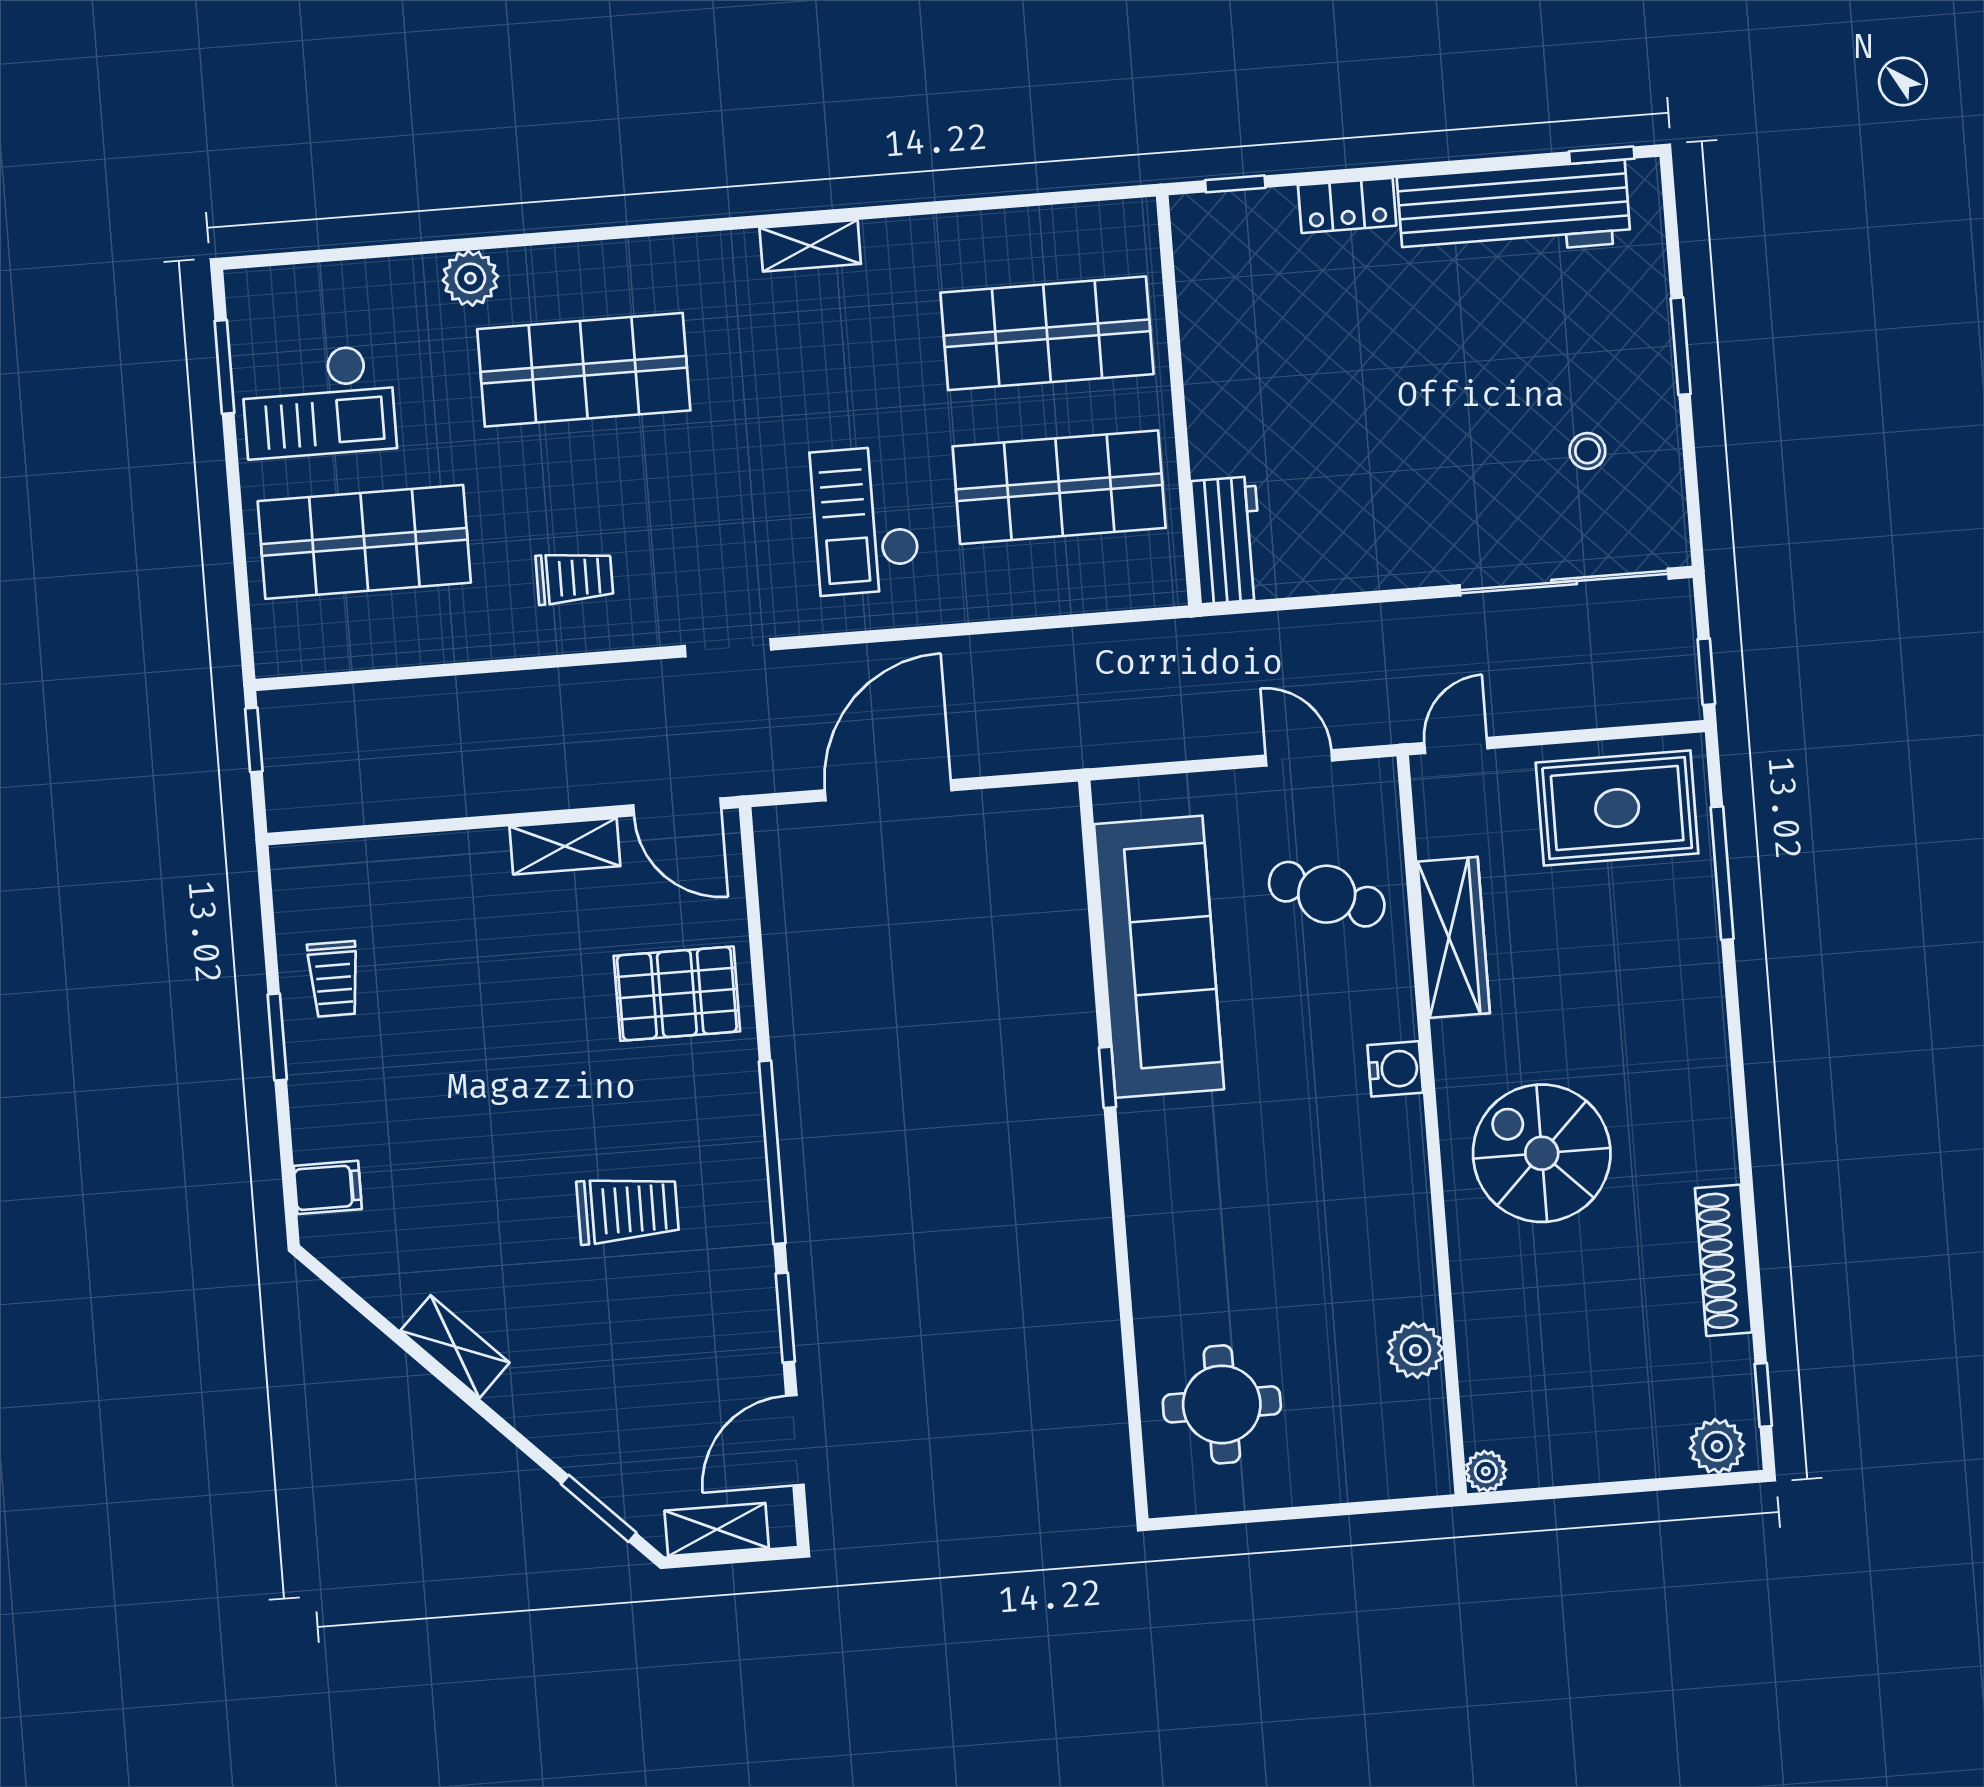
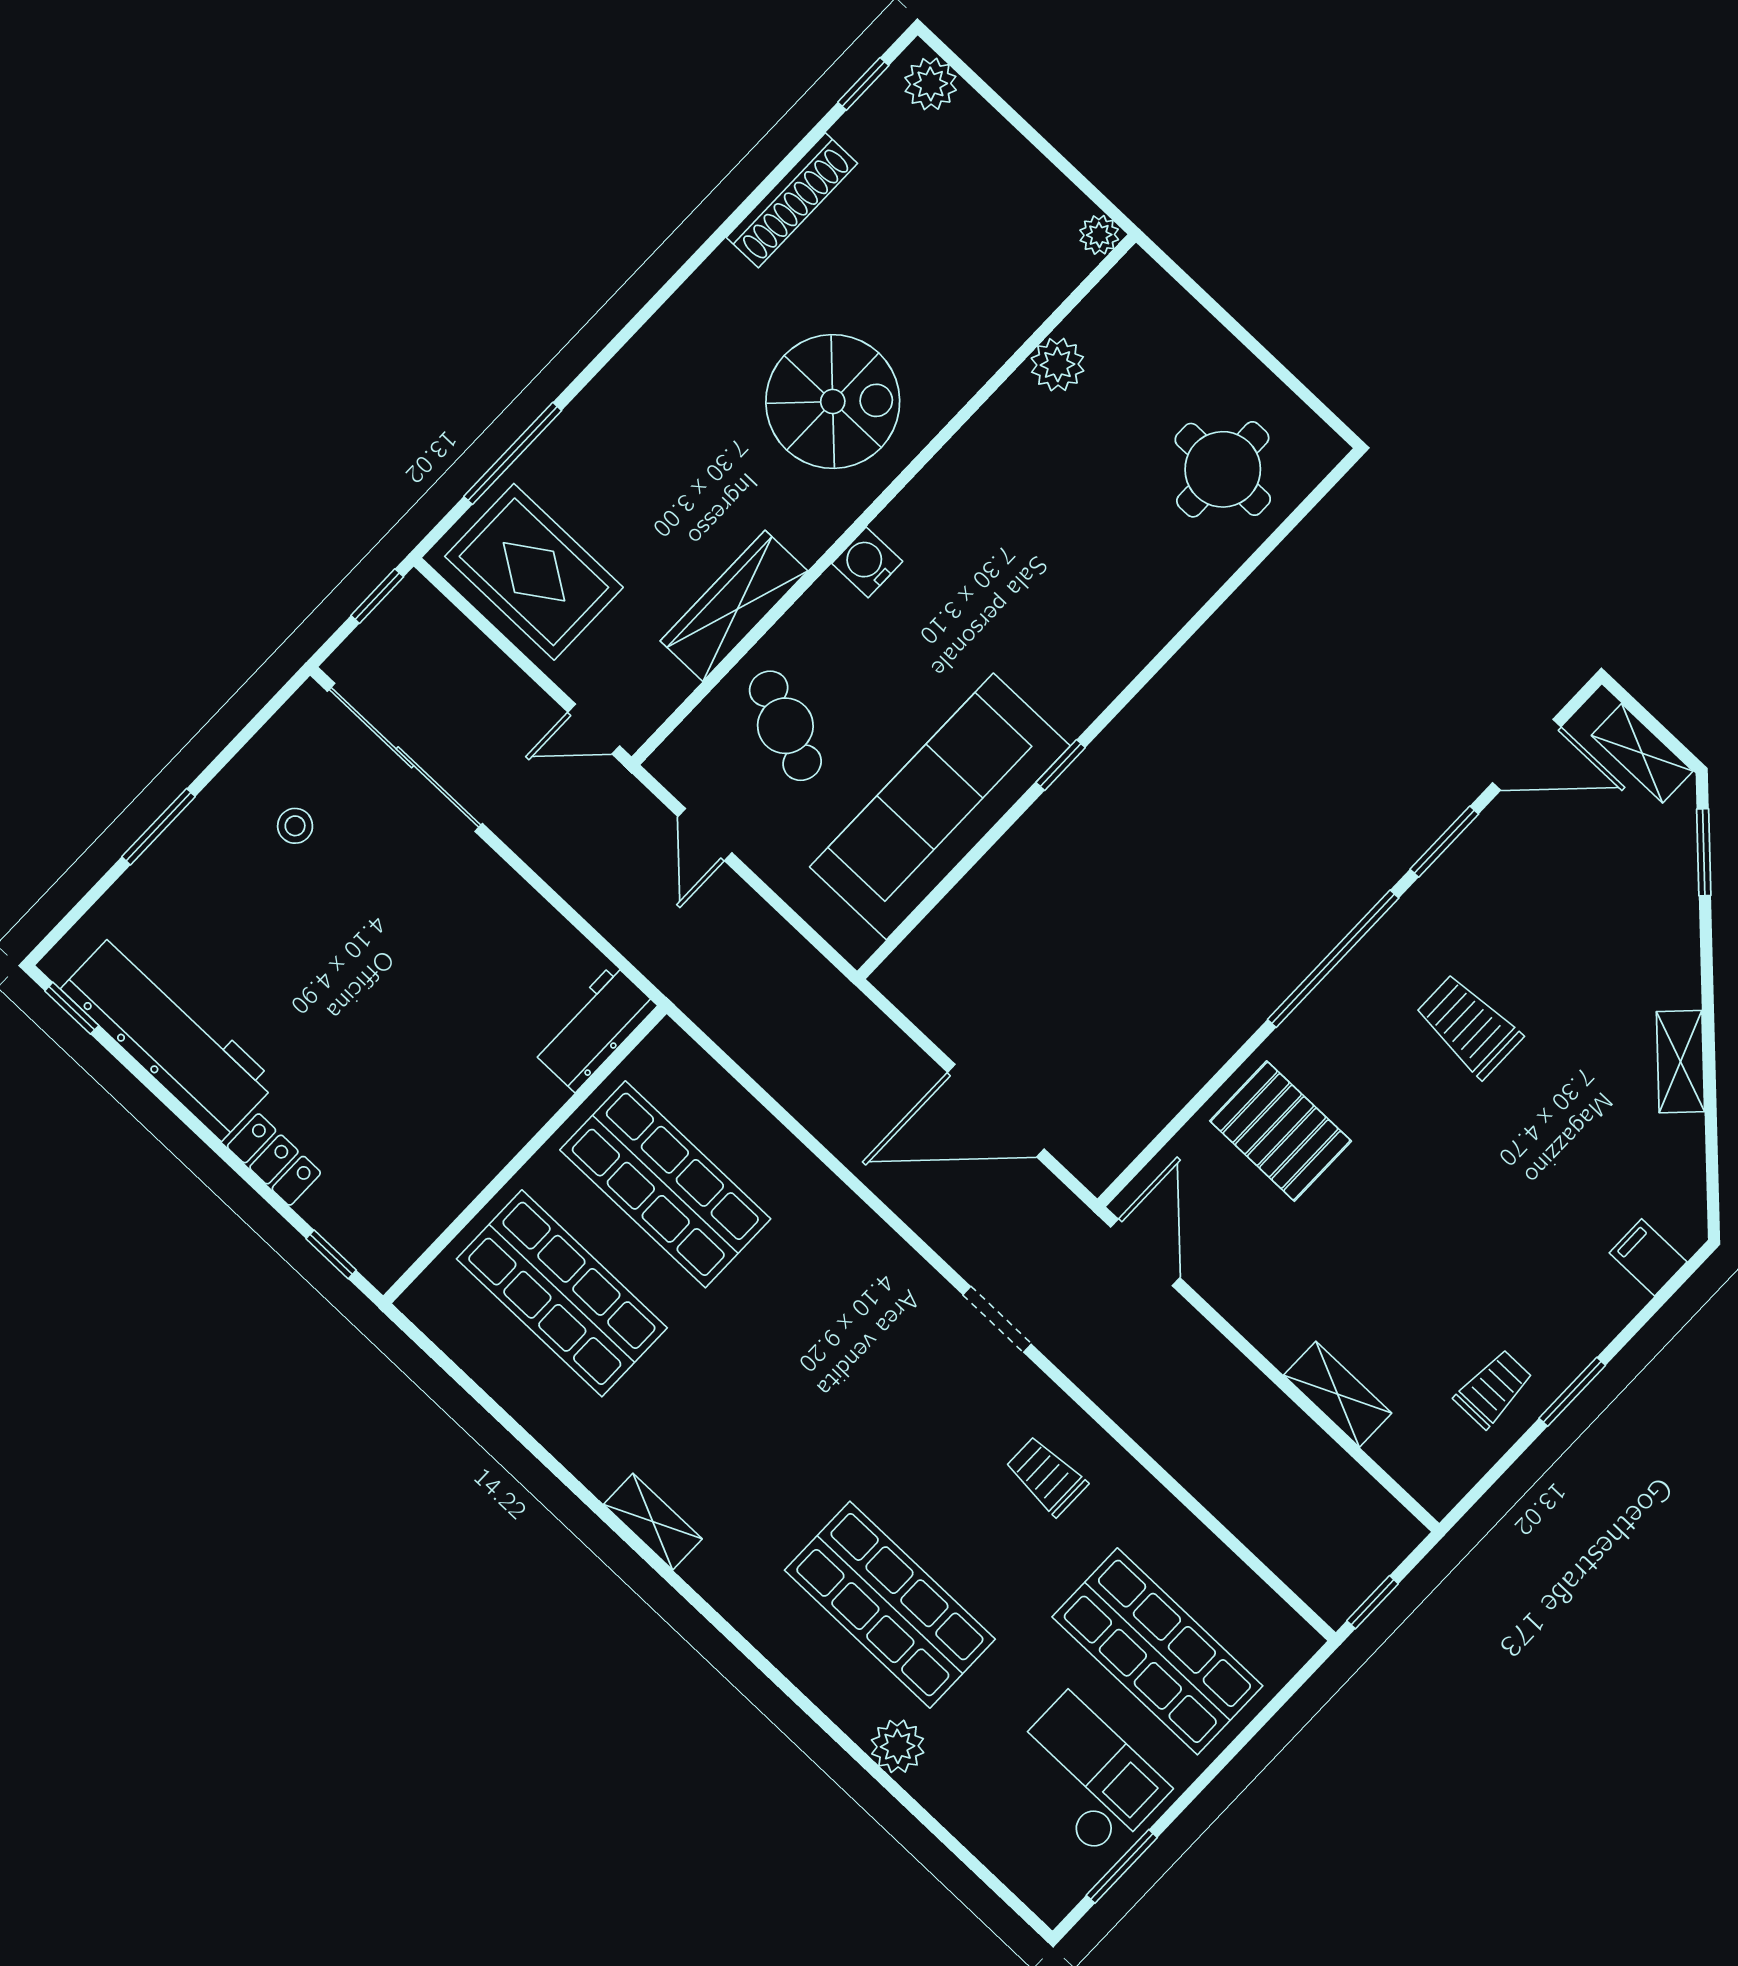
checkout: (865, 520) -> (815, 1303), removed
shelving: (565, 846) -> (1338, 1394), moved
spiral stairs: (1542, 1153) -> (833, 402), turned -90

